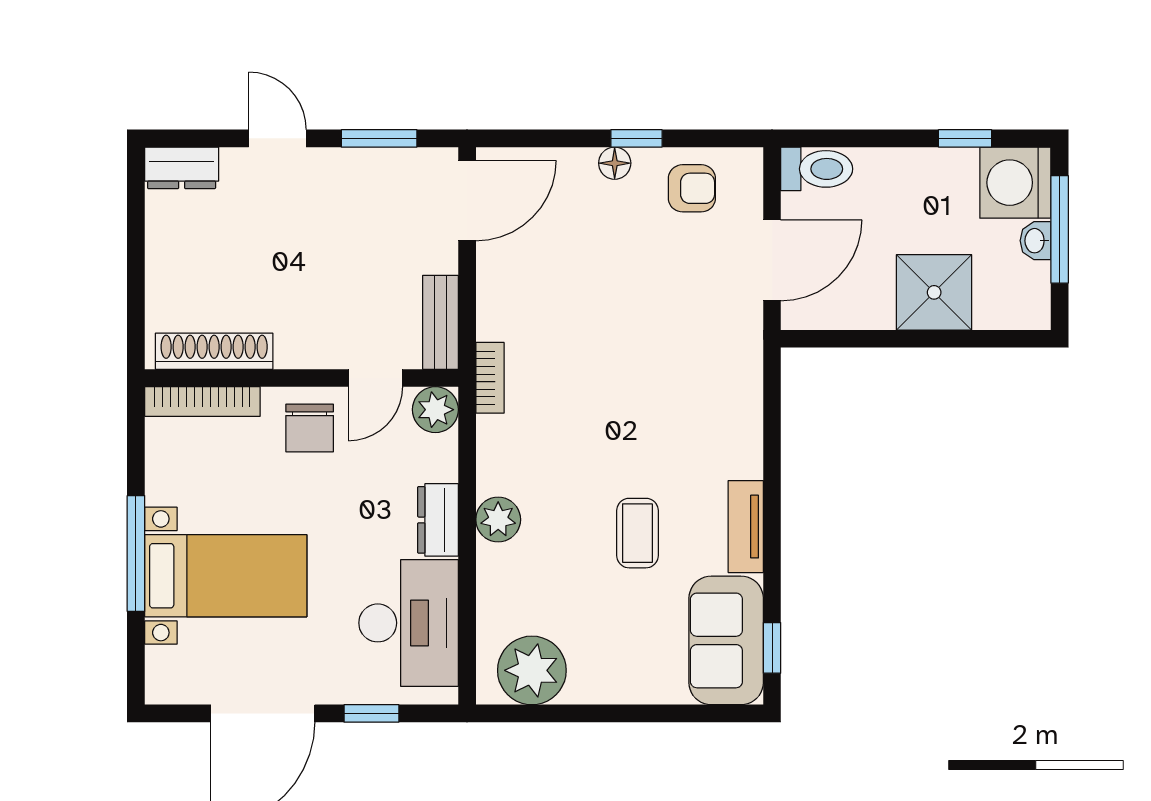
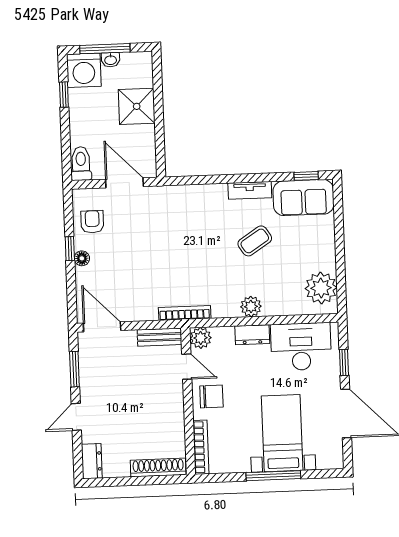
shoe rack: (214, 351) -> (158, 467), moved, turned 90
bookcase: (490, 378) -> (185, 313), width x1.56
coffee table: (638, 533) -> (255, 241), turned -33

